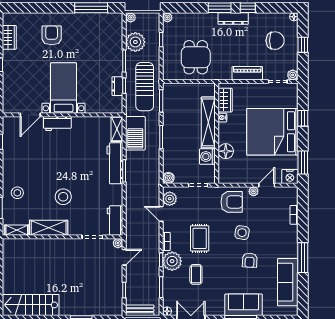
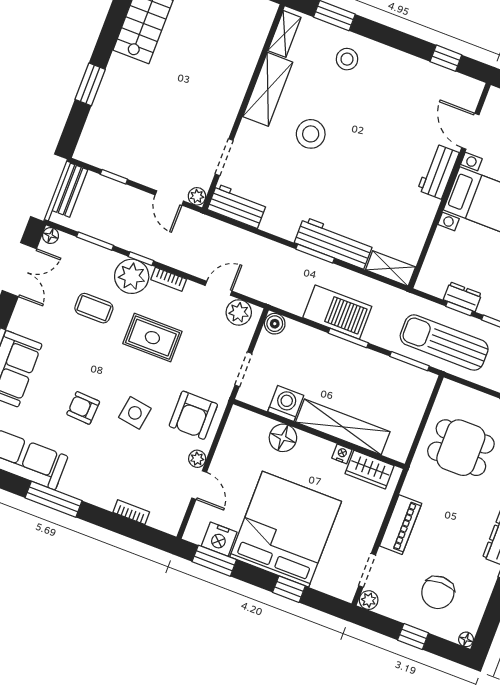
barbecue: (135, 133) -> (337, 312), moved, turned 180
nightstand: (290, 176) -> (219, 539), moved, turned -90

